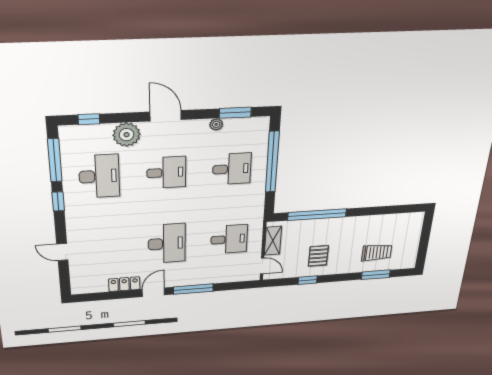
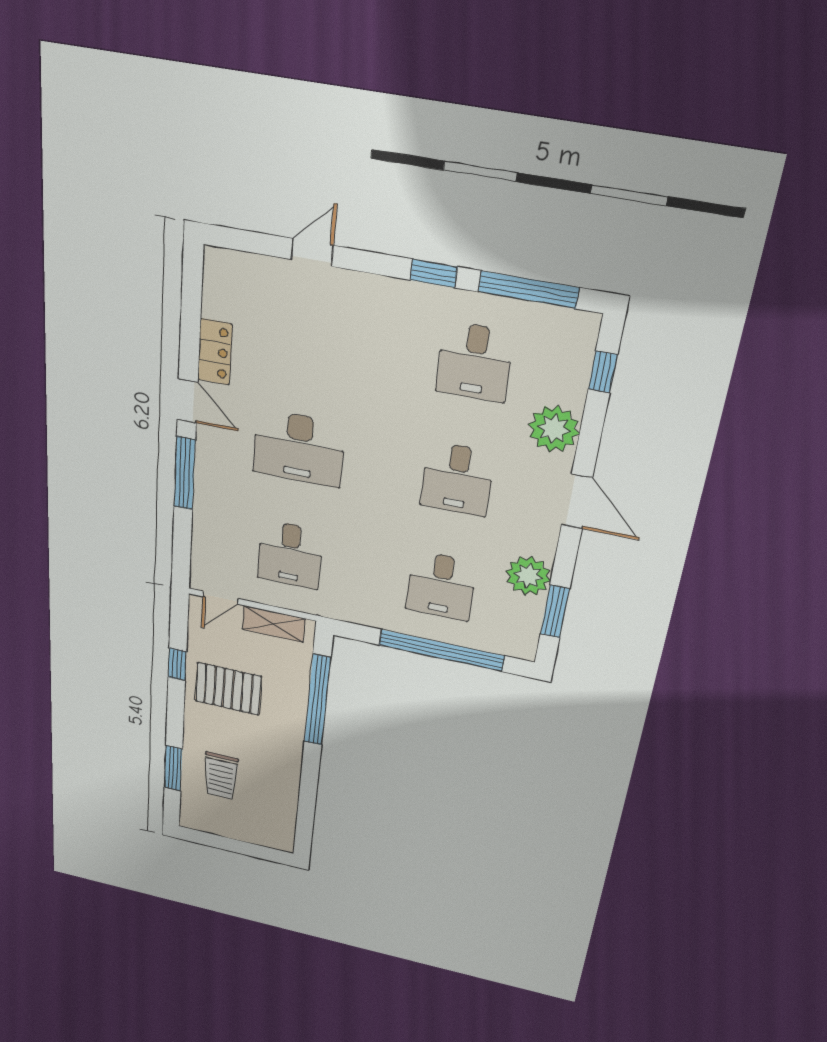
door: (166, 116) -> (577, 501), hinge flipped
plant: (216, 124) -> (528, 576), width x1.88, depth x1.88
desk: (99, 176) -> (475, 362), width x0.73
pallet: (318, 256) -> (228, 689), width x1.50, depth x1.42

